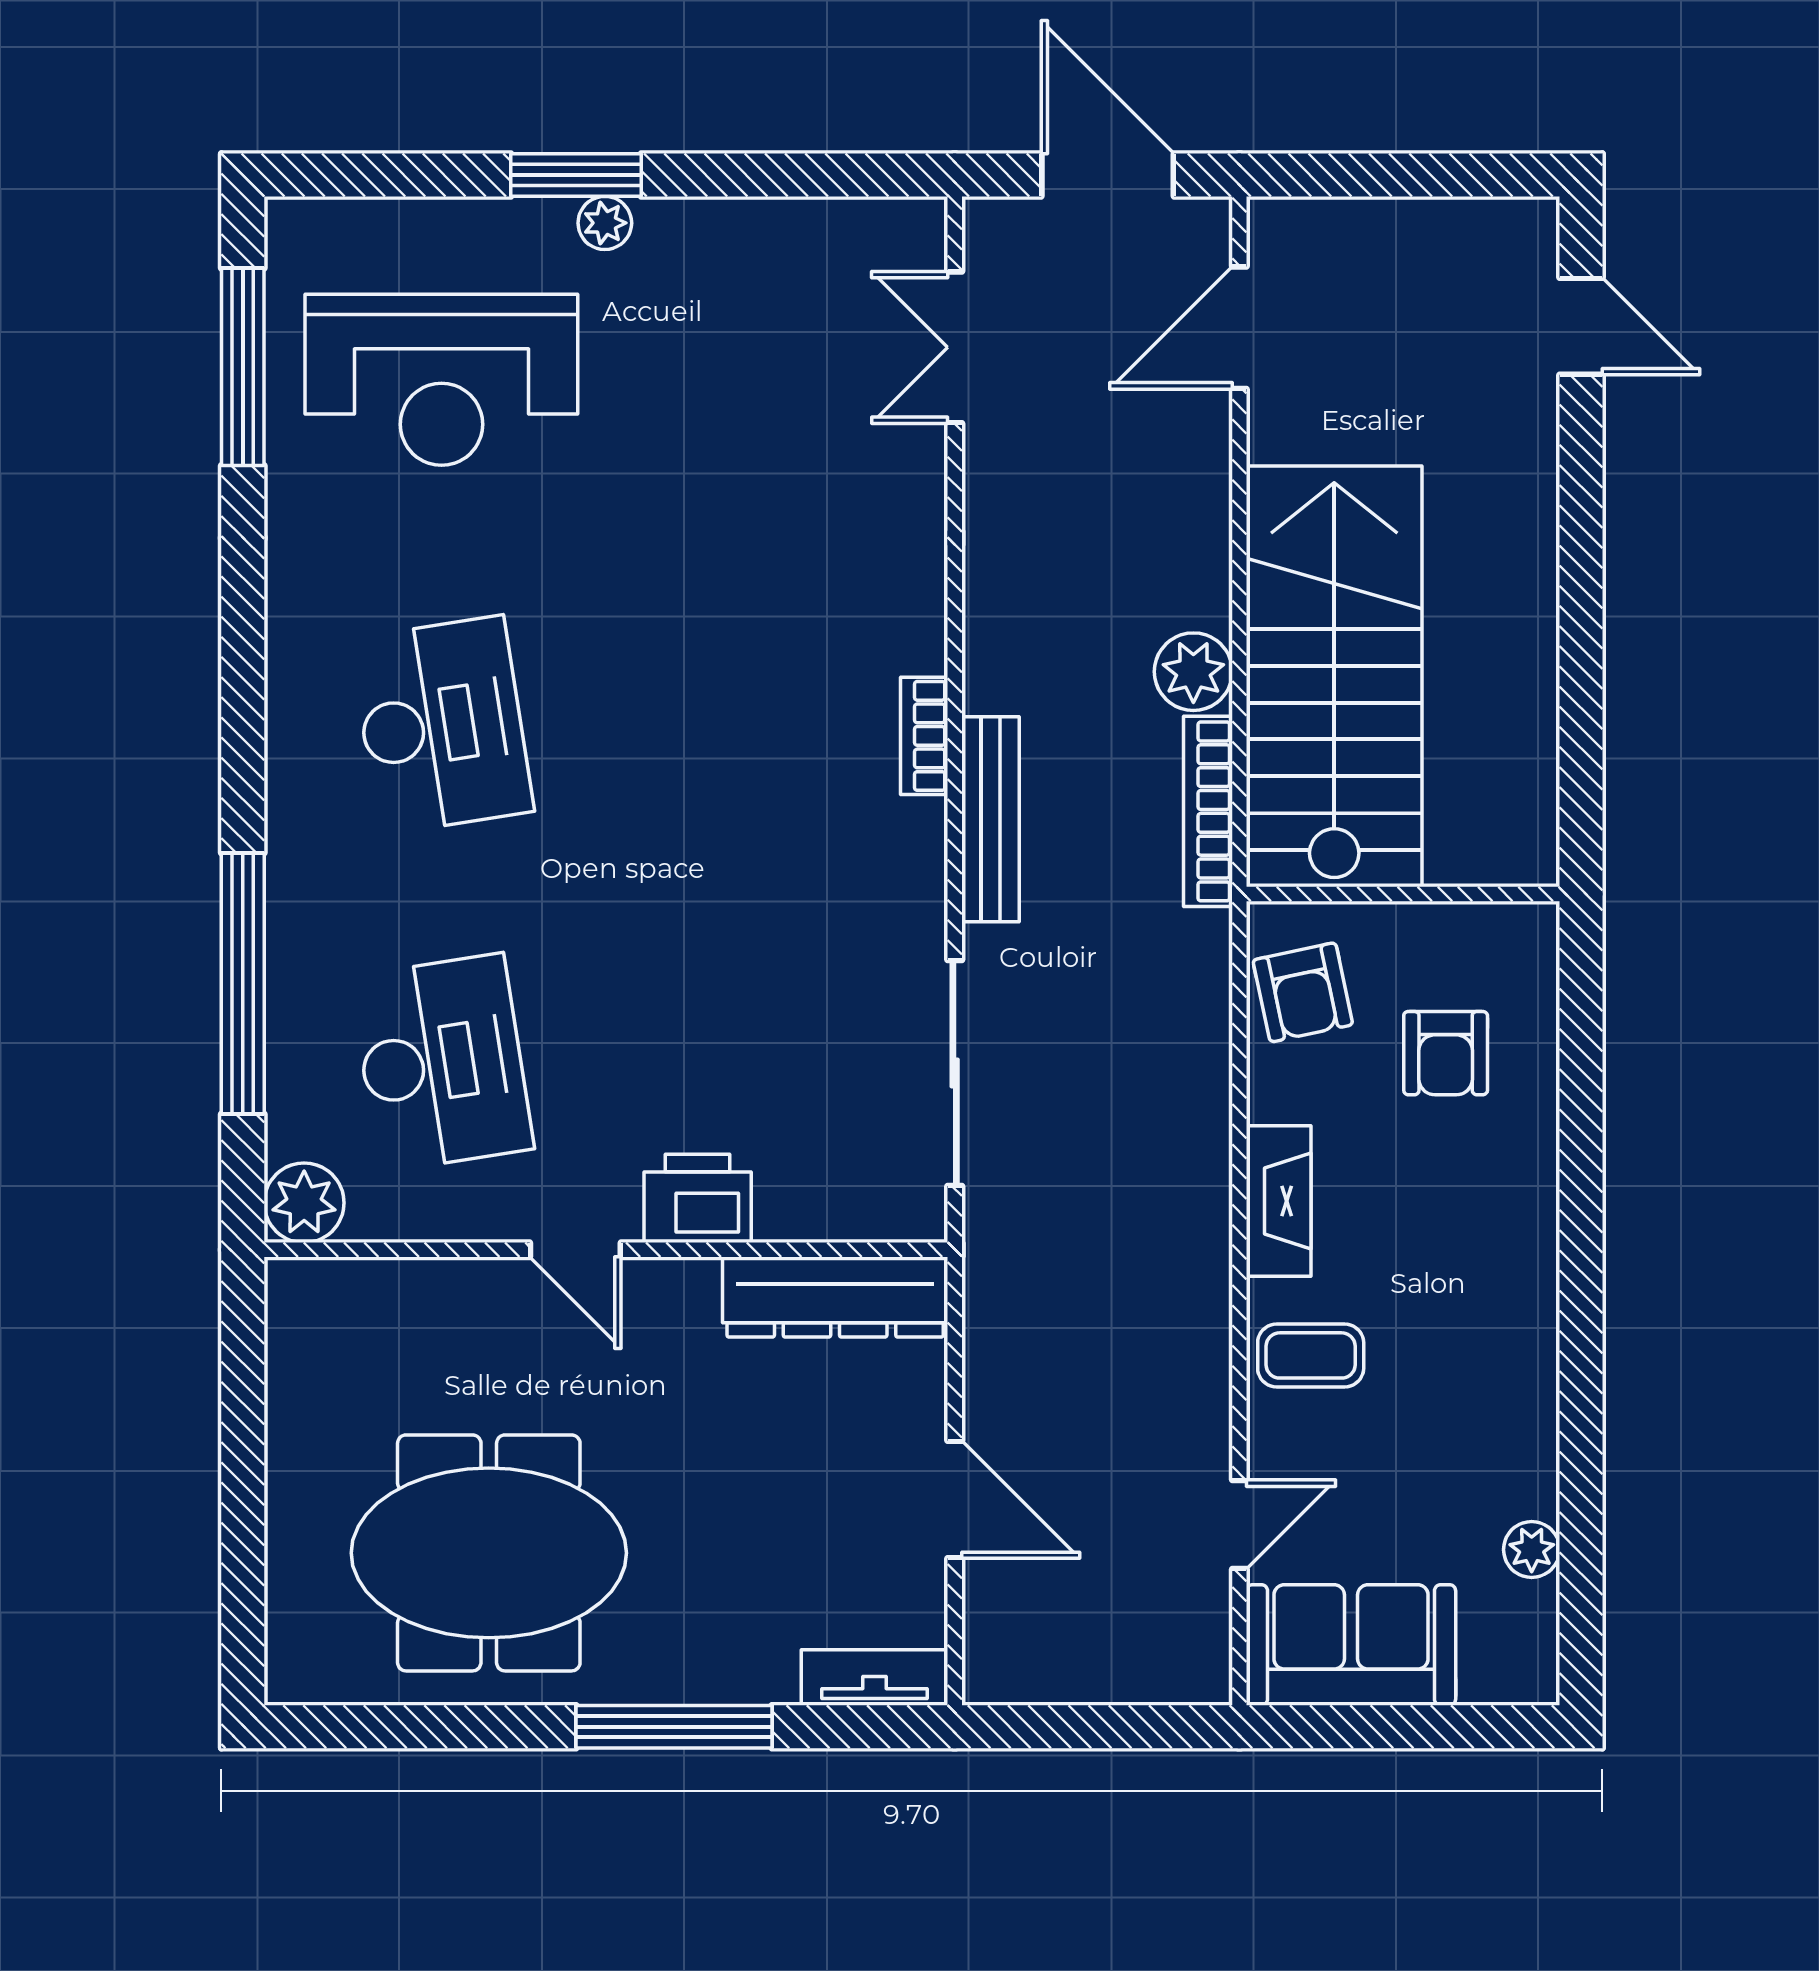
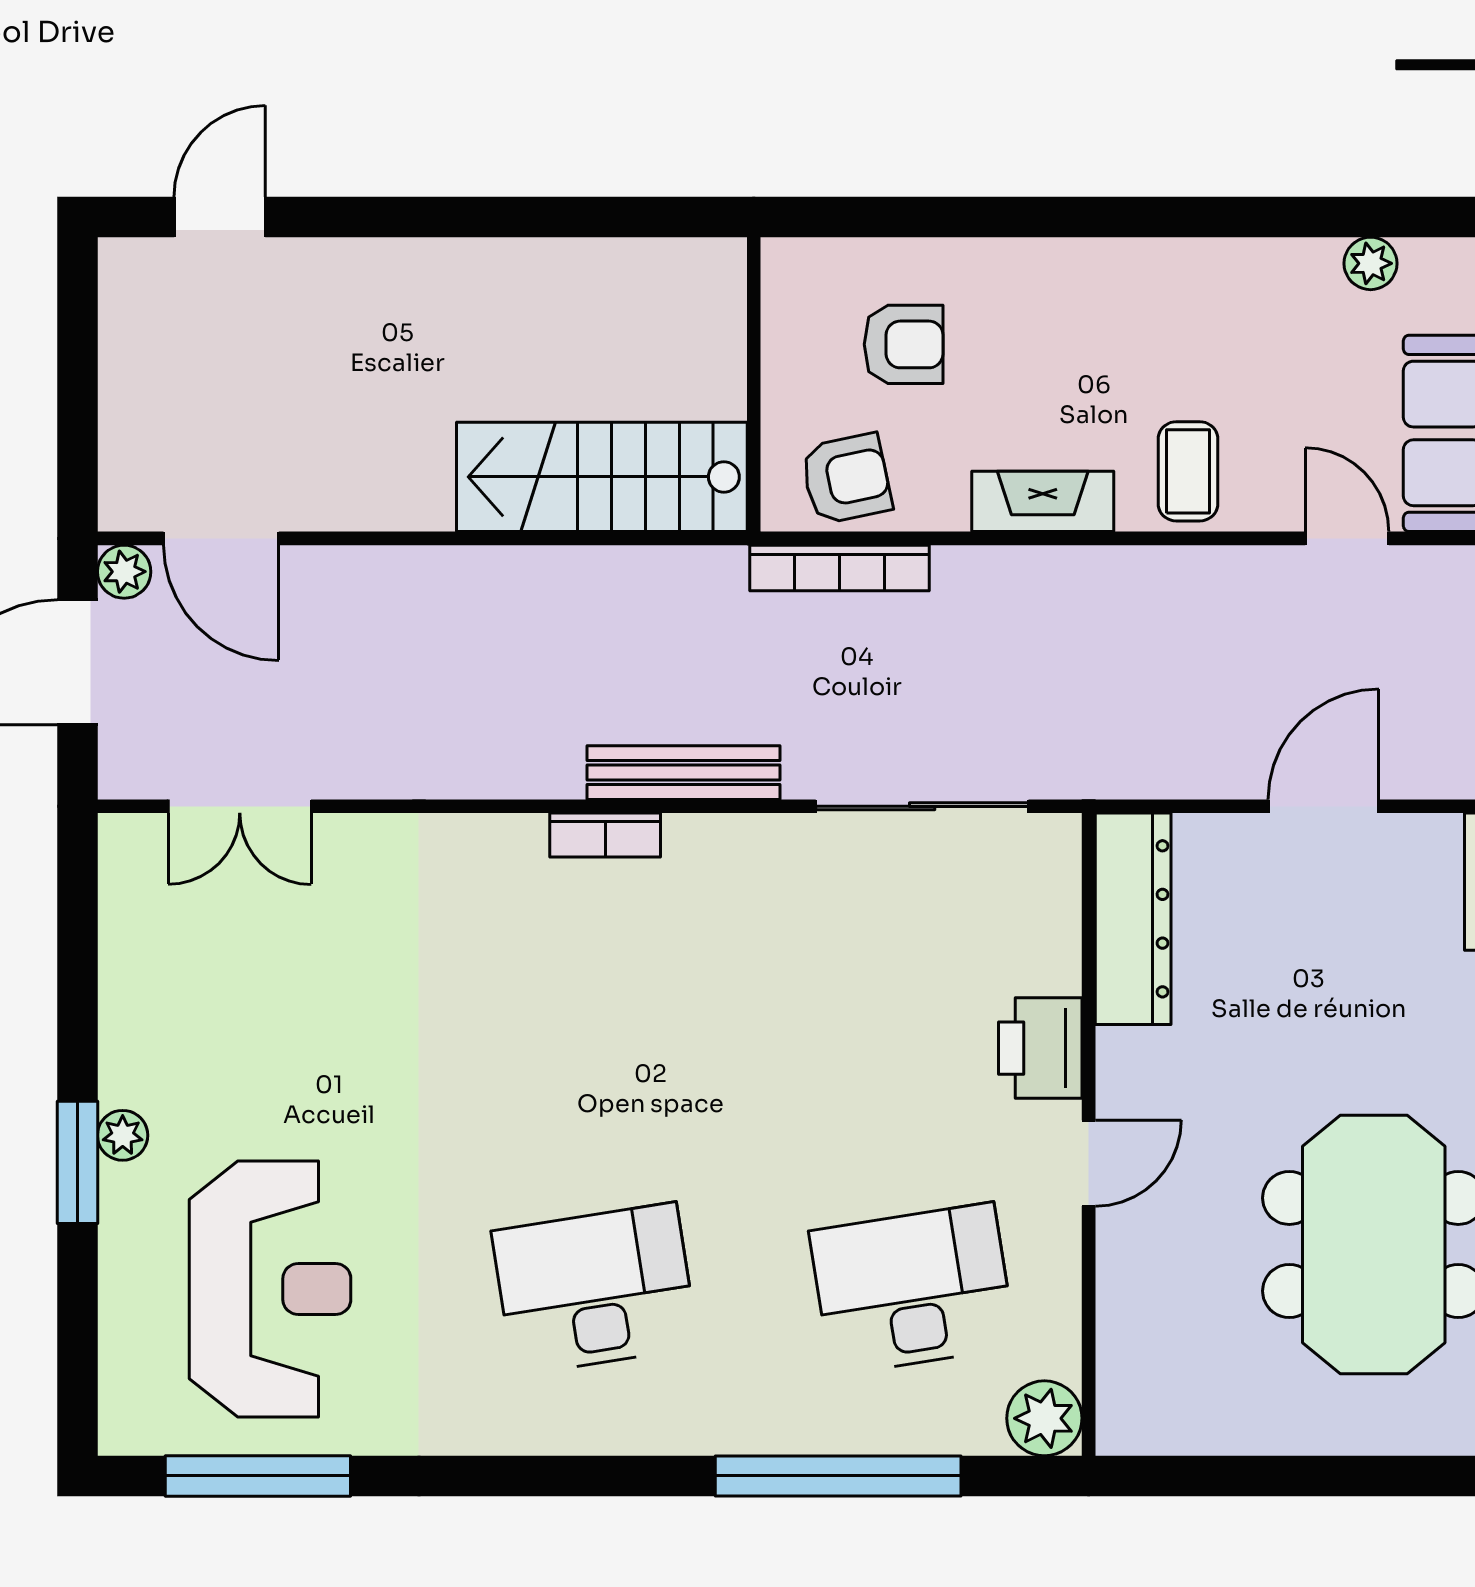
plant: (1193, 672) -> (124, 572), moved, width x0.73, depth x0.73
stairs: (1334, 676) -> (602, 477), width x0.73, depth x0.66
bookcase: (1208, 811) -> (840, 568), moved

